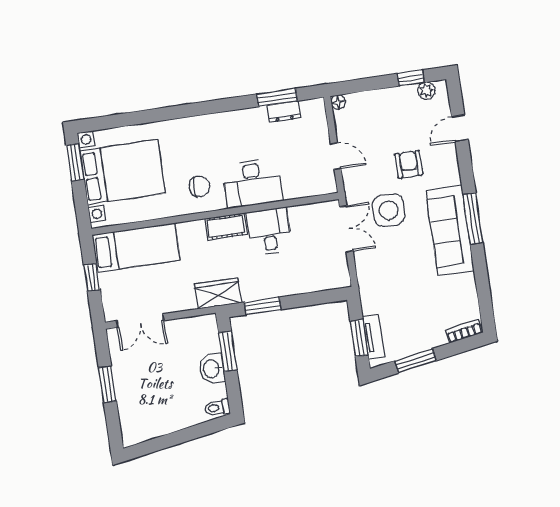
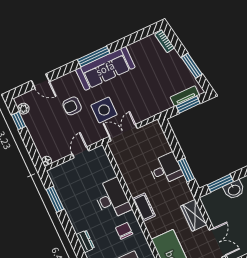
dresser: (284, 112) -> (85, 241), moved
desk: (269, 231) -> (166, 169), moved, turned 180
wardrobe: (218, 293) -> (194, 215), moved

